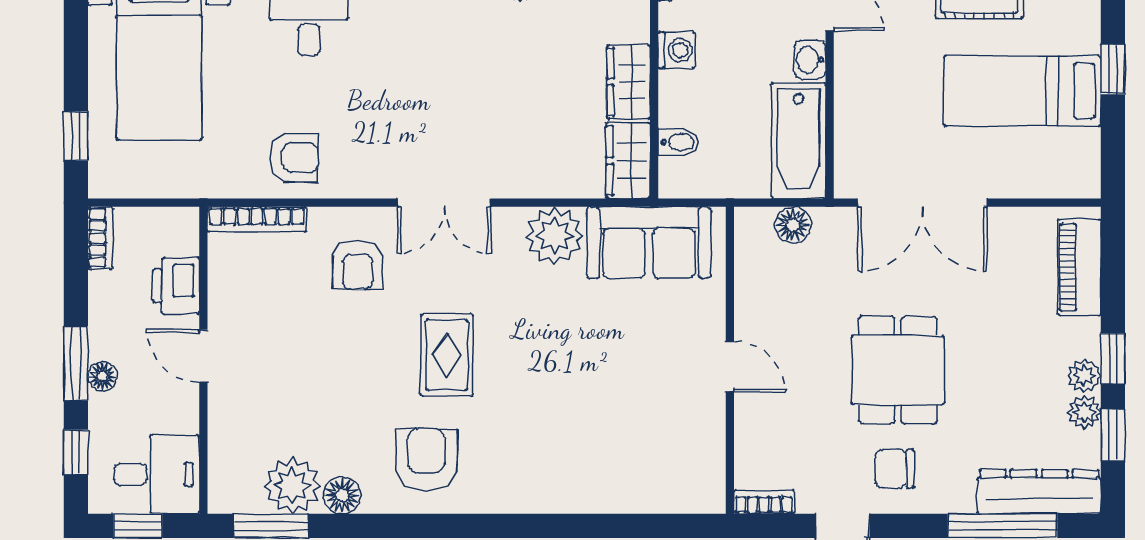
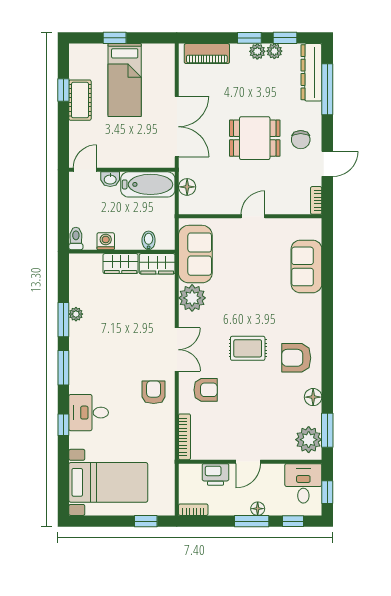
armchair: (294, 158) -> (154, 392), moved
sofa: (622, 481) -> (306, 266), added
plant: (292, 486) -> (309, 440), moved

